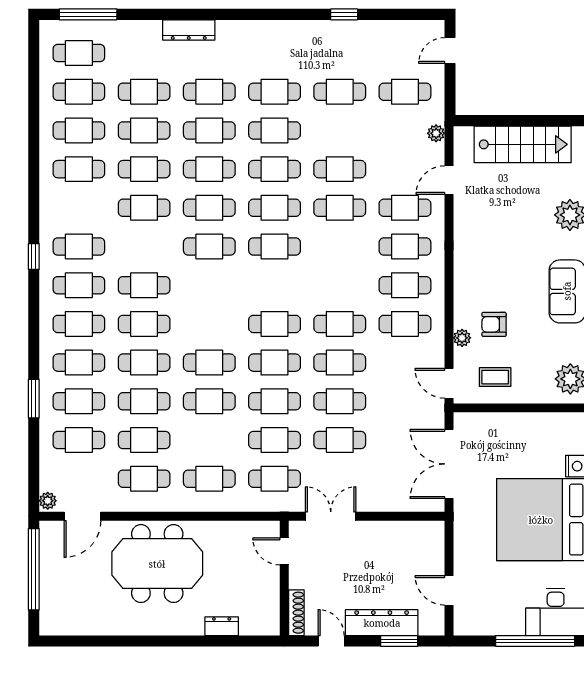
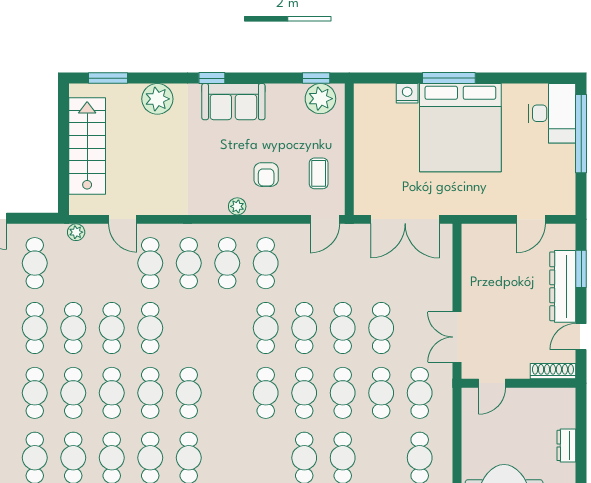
cafe table: (340, 130) -> (73, 328), added
plant: (462, 338) -> (237, 206), moved

